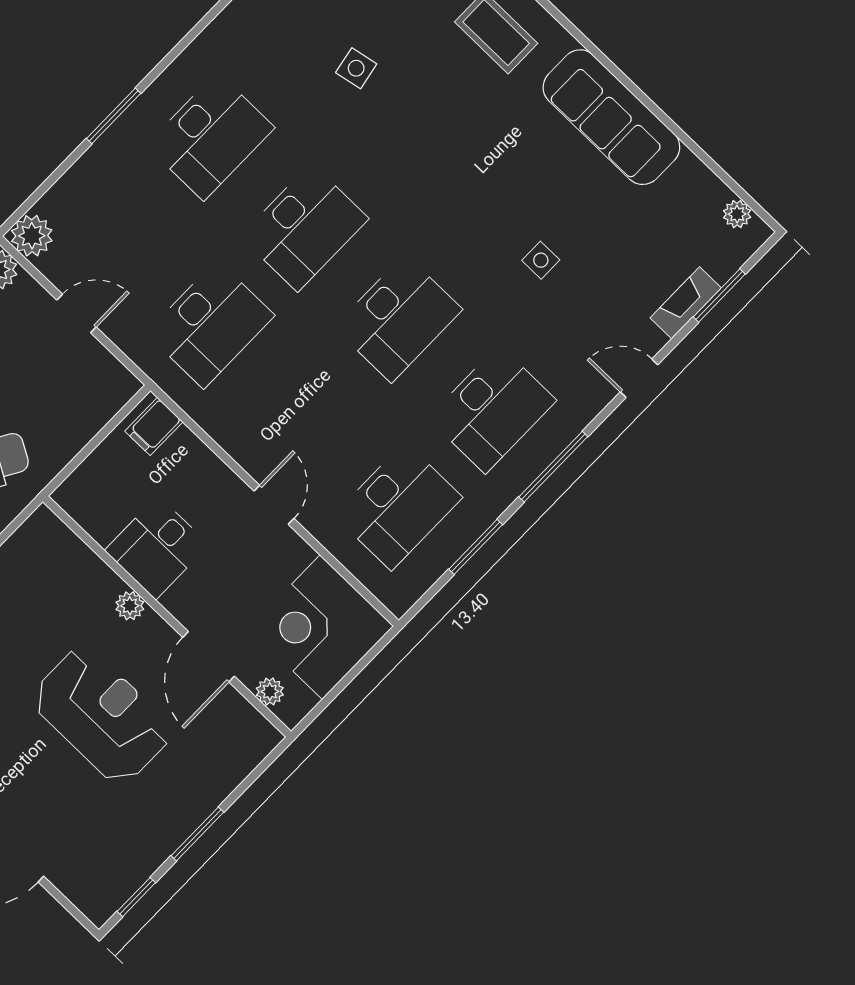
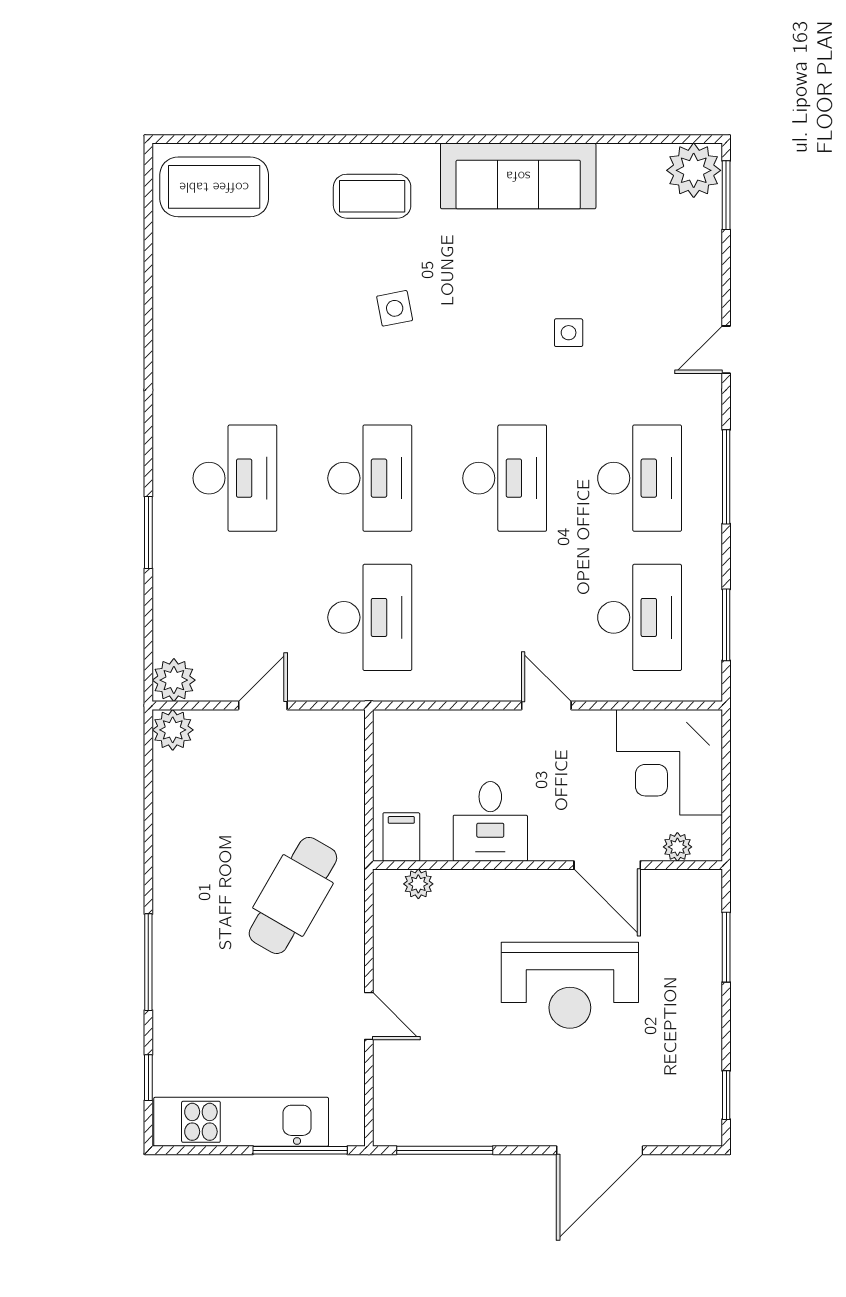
side table: (356, 68) -> (395, 308), moved
plant: (737, 214) -> (694, 170), width x1.88, depth x1.88
window: (719, 295) -> (726, 195), moved
fireplace: (686, 303) -> (707, 260), removed
filing cabinet: (154, 426) -> (401, 837), moved, turned 180
window: (476, 547) -> (726, 625), moved
plant: (130, 606) -> (418, 884), moved
reception desk: (102, 715) -> (570, 985), turned 180
window: (197, 834) -> (726, 947), moved

